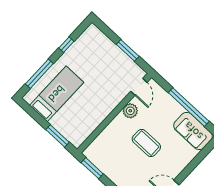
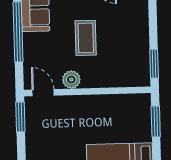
window: (128, 50) -> (20, 117), moved
door: (139, 87) -> (43, 93), hinge flipped

